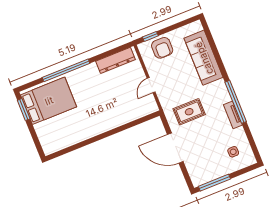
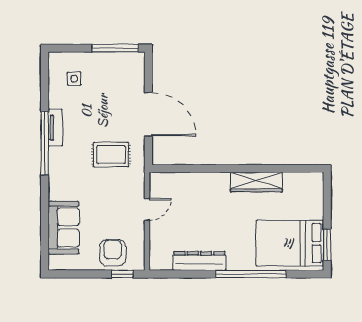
sofa: (204, 58) -> (64, 228), width x0.73
dresser: (115, 60) -> (199, 261), moved
wardrobe: (87, 132) -> (256, 182), added

